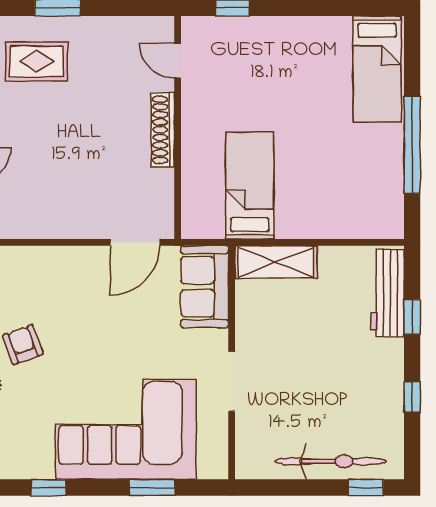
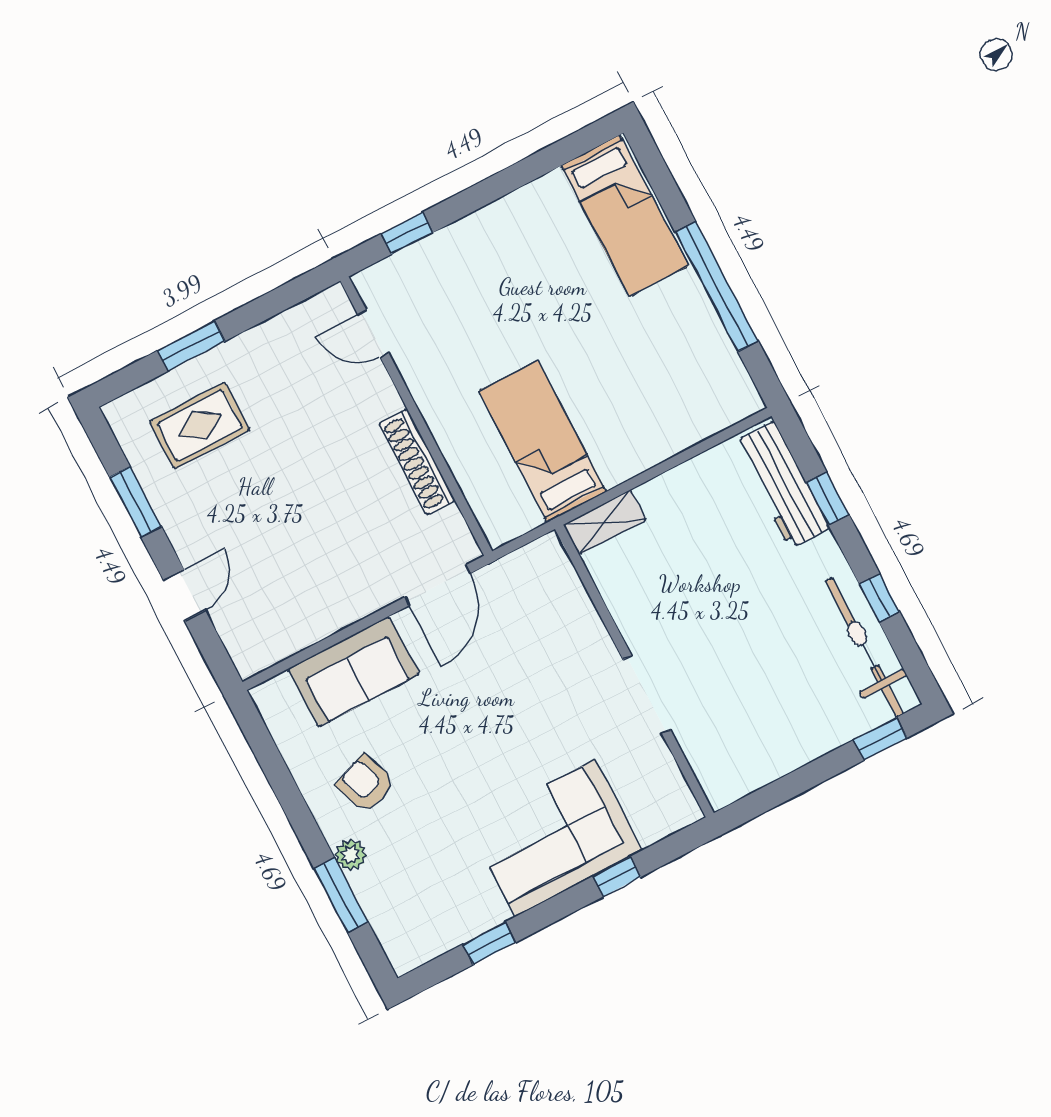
shoe rack: (163, 130) -> (417, 462), moved
shelving: (276, 262) -> (605, 522), width x0.67, depth x0.75
sofa: (205, 287) -> (354, 671), moved, turned -90
corner sofa: (126, 429) -> (555, 838), width x0.73, depth x0.74
bicycle: (331, 461) -> (864, 647), moved, turned -90
window: (152, 487) -> (617, 877), width x0.67

